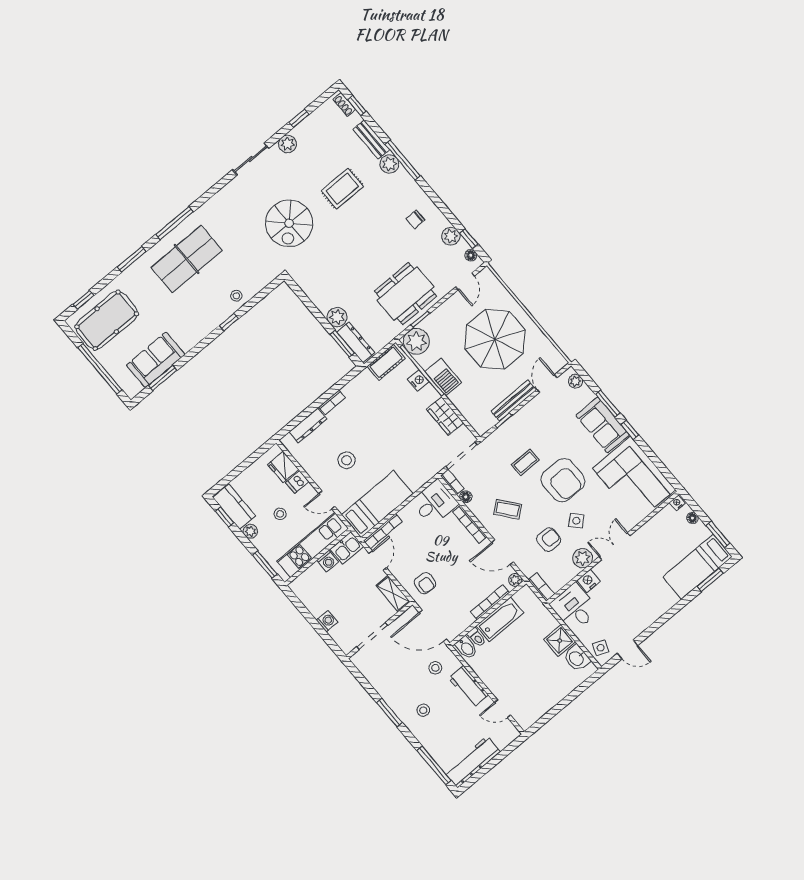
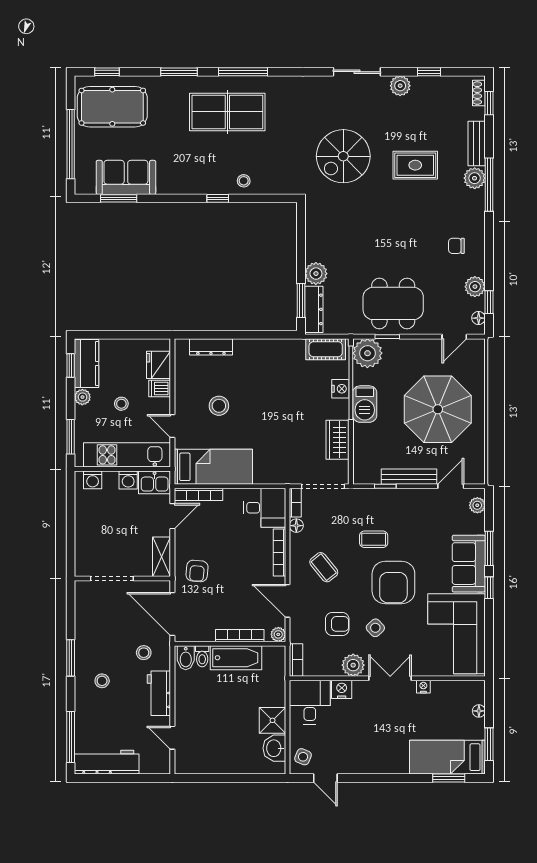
bookcase: (332, 402) -> (249, 345), removed
nightstand: (677, 503) -> (423, 687), moved
washing machine: (327, 621) -> (93, 480), moved, turned 90

